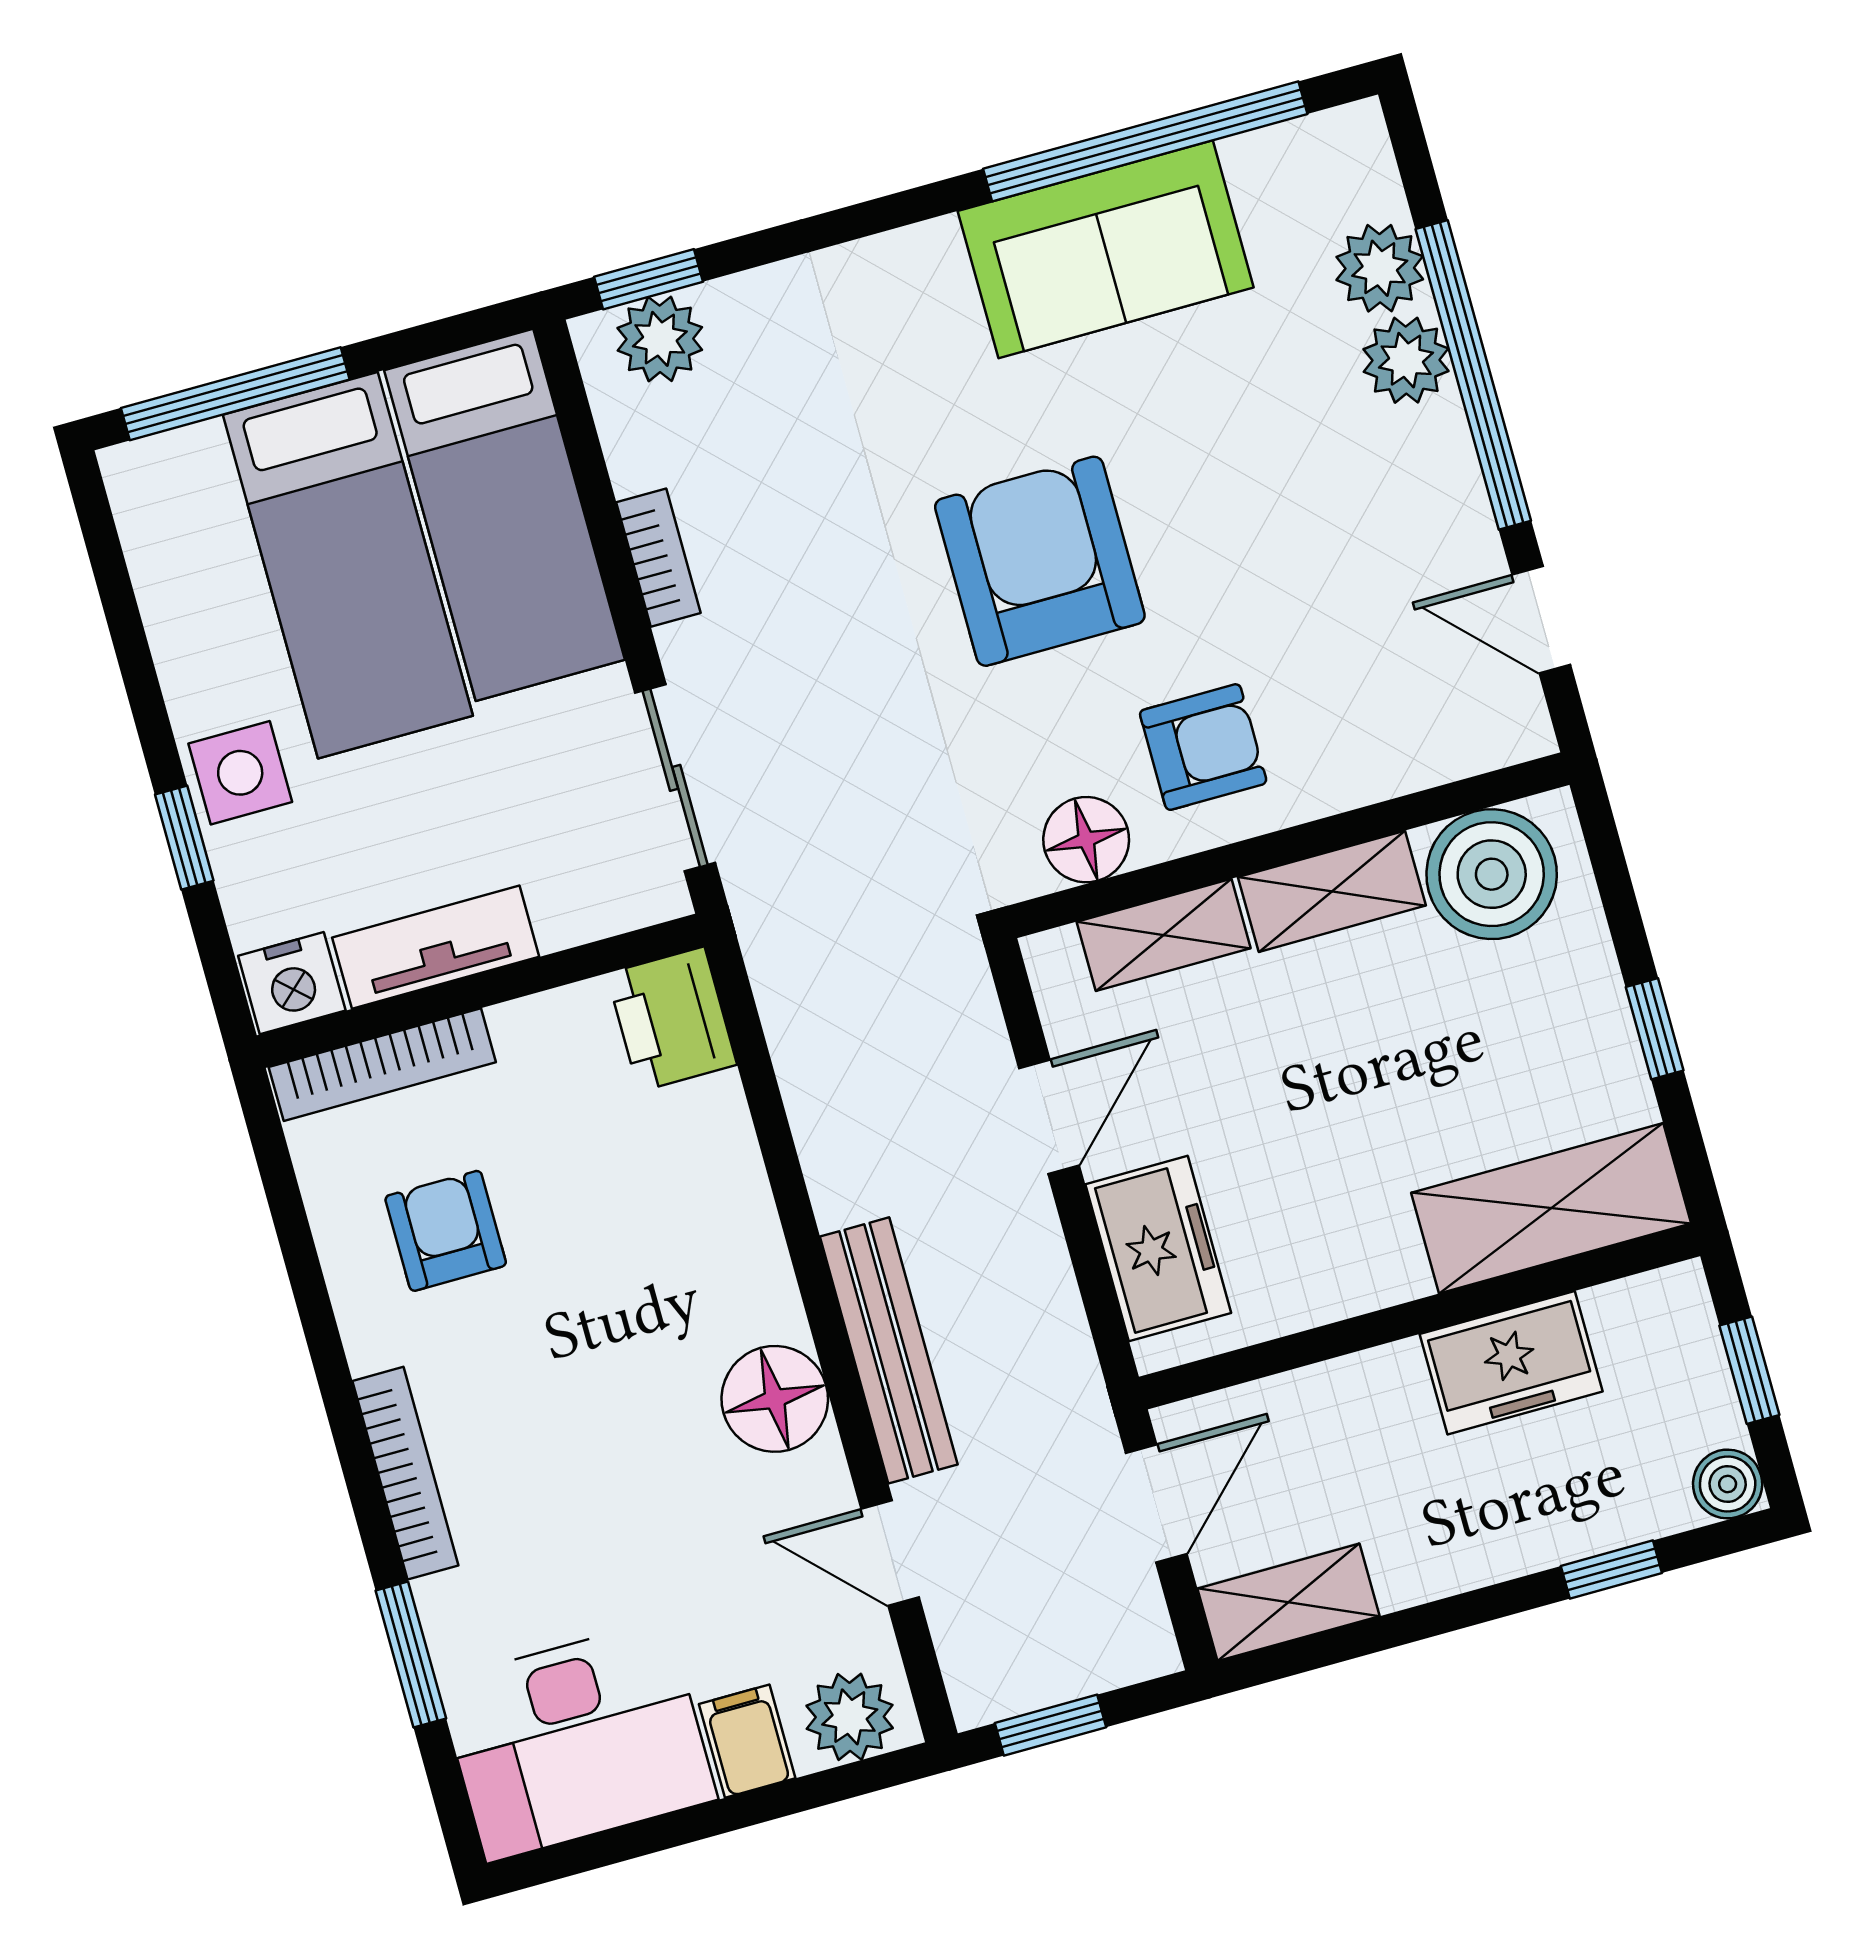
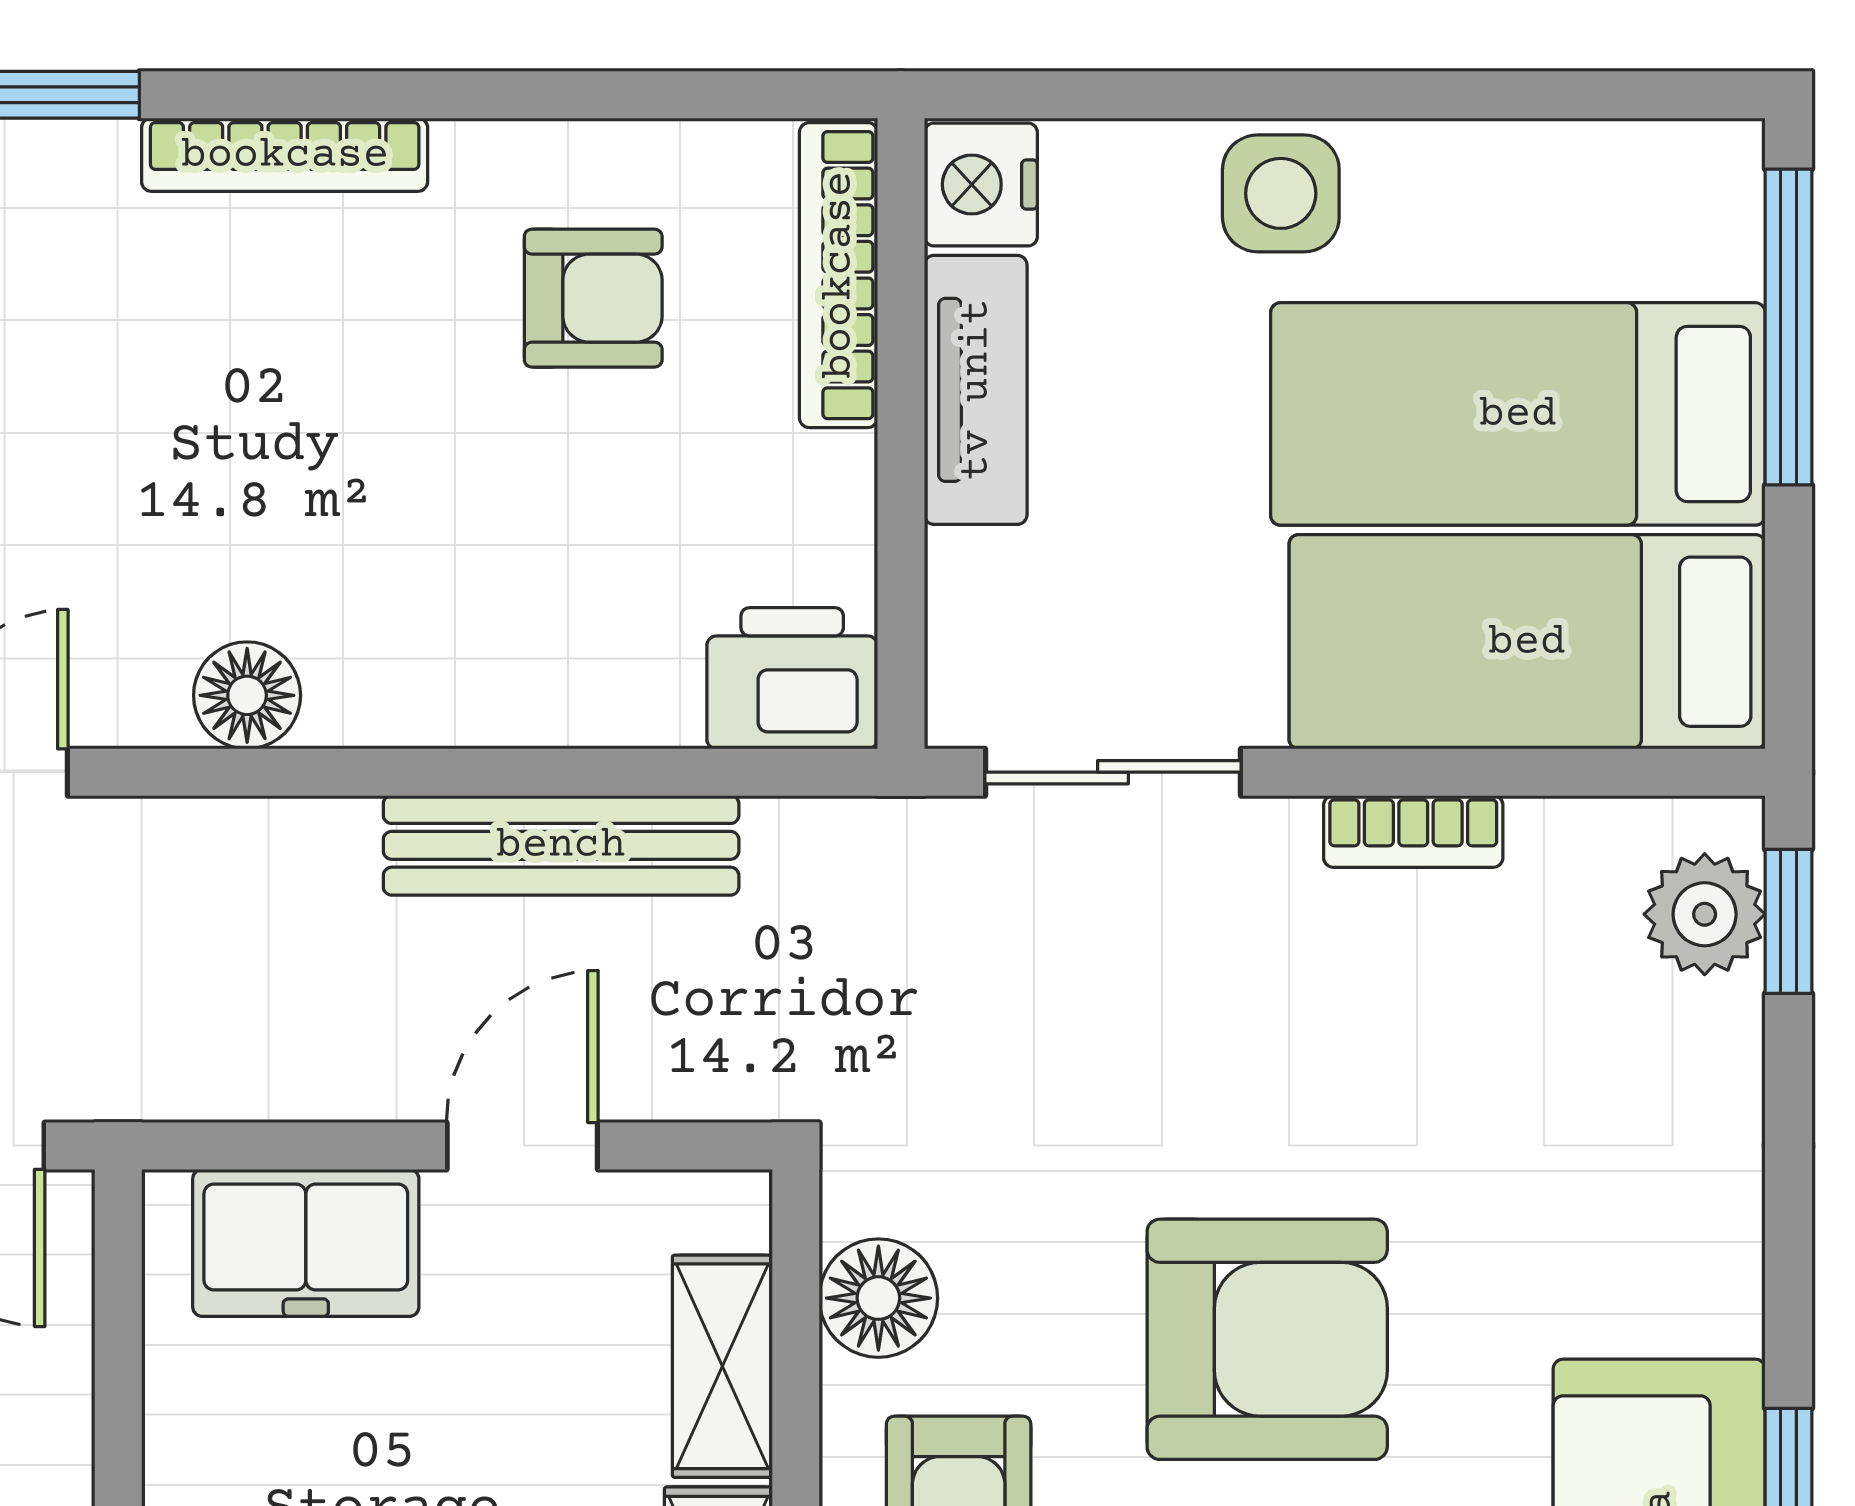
window: (184, 838) -> (1215, 95), removed
door: (1049, 1117) -> (522, 1146), swing flipped
bench: (889, 1350) -> (561, 845), moved
floor lamp: (775, 1399) -> (247, 695), width x0.73, depth x0.73

